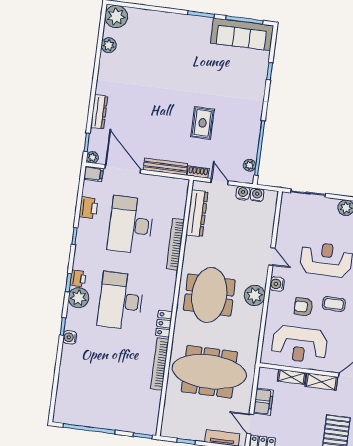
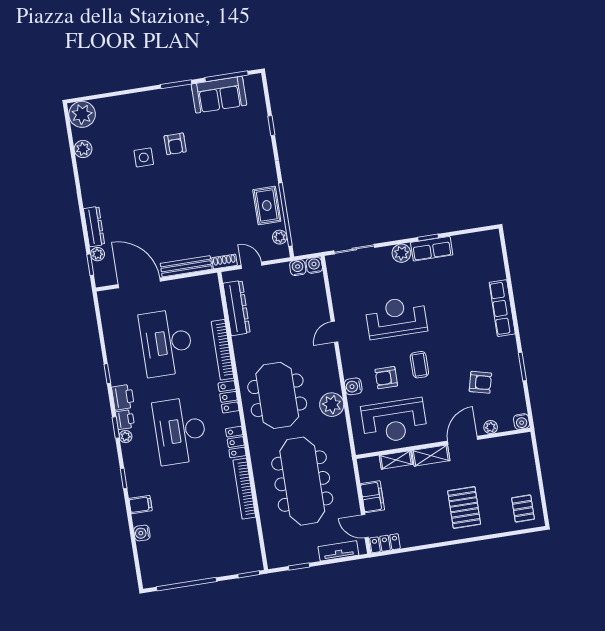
sofa: (242, 34) -> (219, 95), width x0.73
armchair: (186, 63) -> (175, 144), added
side table: (157, 67) -> (144, 157), added
rug: (203, 123) -> (267, 206), moved
plant: (92, 157) -> (98, 254), moved
filing cabinet: (94, 174) -> (141, 505), moved
water cooler: (243, 193) -> (314, 265), moved
printer: (88, 208) -> (123, 397), moved
door: (272, 256) -> (334, 332), swing flipped
water cooler: (277, 284) -> (353, 386), moved
locker: (169, 285) -> (229, 397), added
plant: (255, 295) -> (332, 405), moved
plant: (78, 298) -> (126, 436), width x0.53, depth x0.53
coffee table: (334, 304) -> (419, 365), turned 90
water cooler: (70, 337) -> (142, 533), moved
meeting table: (209, 372) -> (302, 481), turned 90

